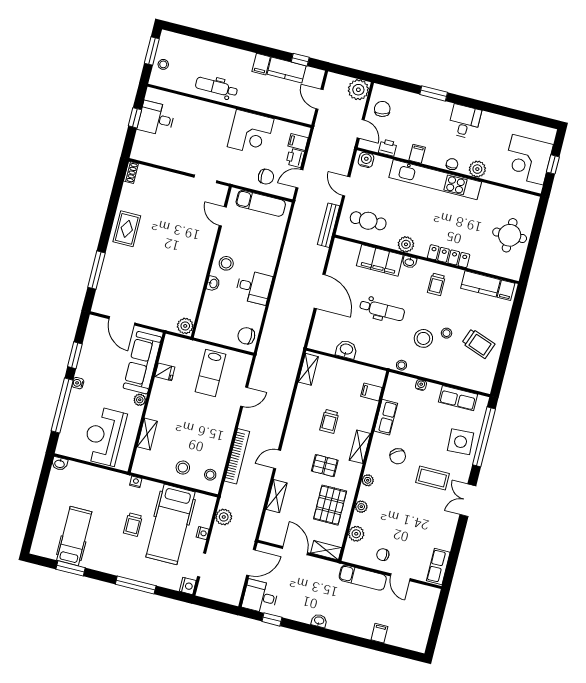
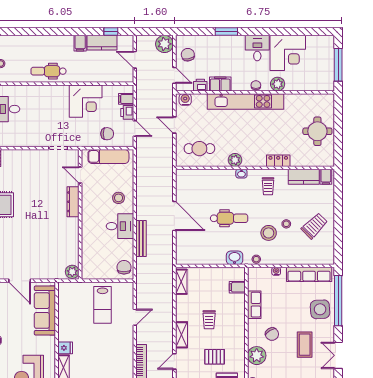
filing cabinet: (417, 154) -> (220, 84), width x2.00
corner desk: (528, 160) -> (288, 53), moved, turned -90
window: (553, 164) -> (338, 65), width x2.17
door: (299, 179) -> (135, 129), swing flipped
bench: (329, 225) -> (141, 238), moved
dresser: (207, 245) -> (73, 202), added
locker: (449, 256) -> (278, 161), width x0.66
filing cabinet: (380, 260) -> (217, 178), removed
stool: (226, 263) -> (119, 198), moved
washbasin: (213, 283) -> (86, 231), removed
chair: (246, 336) -> (124, 267), turned 90
trolley: (478, 344) -> (314, 226), turned -65
washbasin: (346, 349) -> (235, 258), moved
fridge: (165, 372) -> (65, 348), moved
row of seats: (458, 398) -> (309, 274), width x1.48
plant: (140, 400) -> (50, 341), removed
shelving: (360, 447) -> (182, 335), moved
coffee table: (433, 478) -> (305, 345), turned 90
plant: (368, 480) -> (257, 356), width x1.88, depth x1.88

